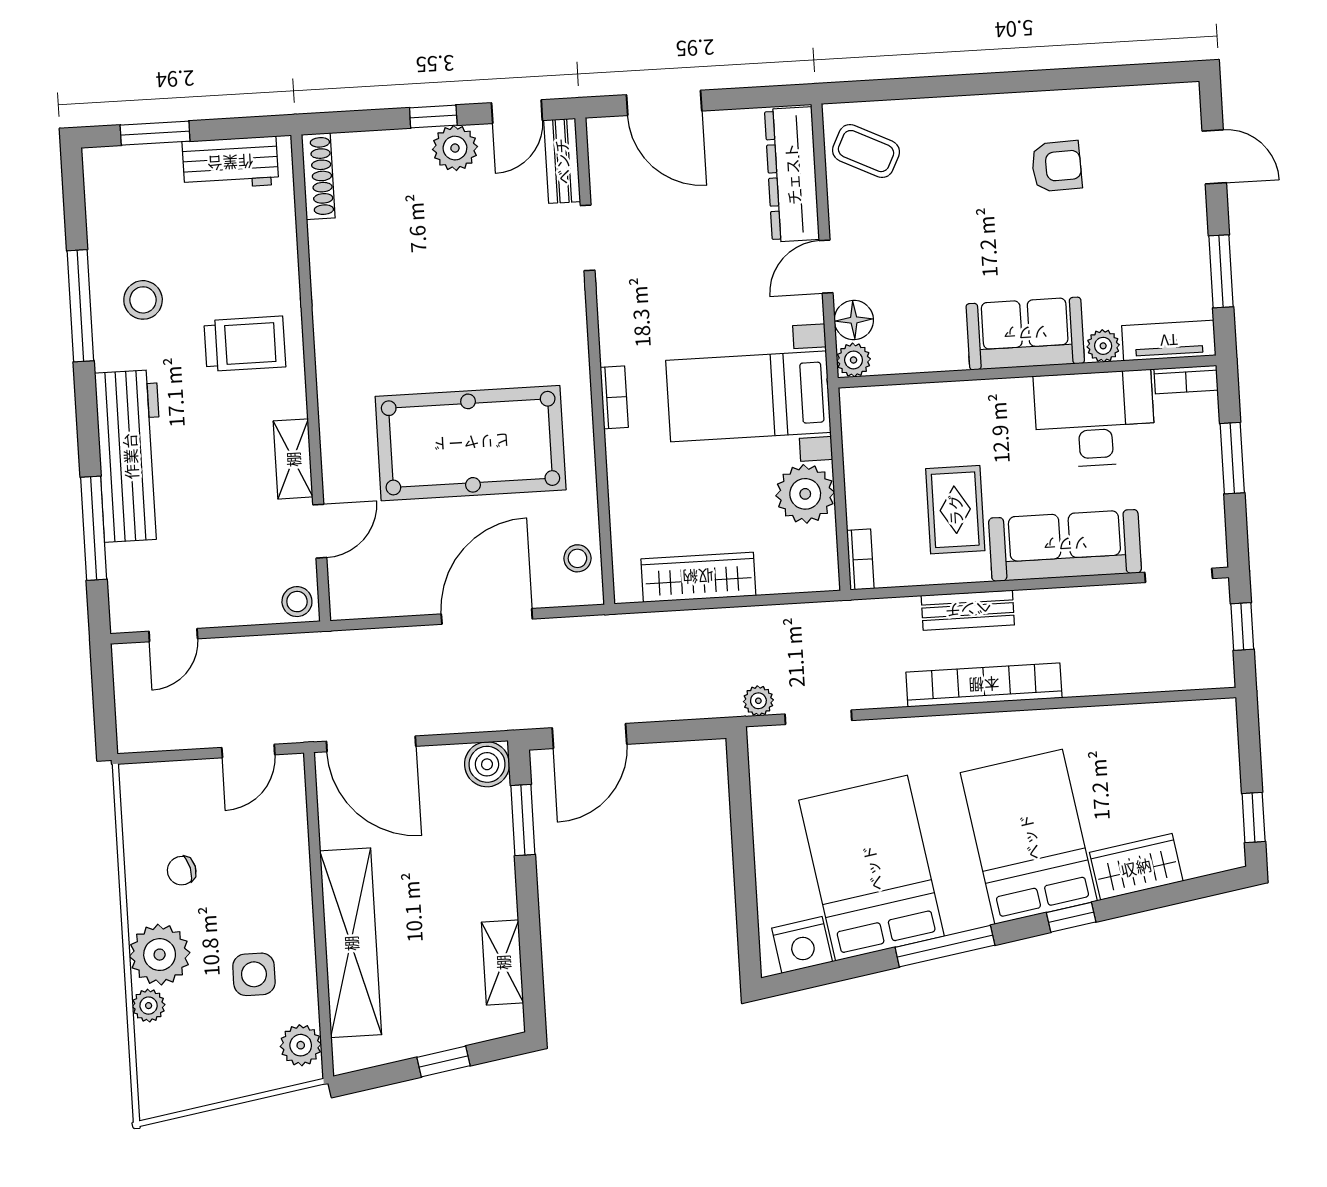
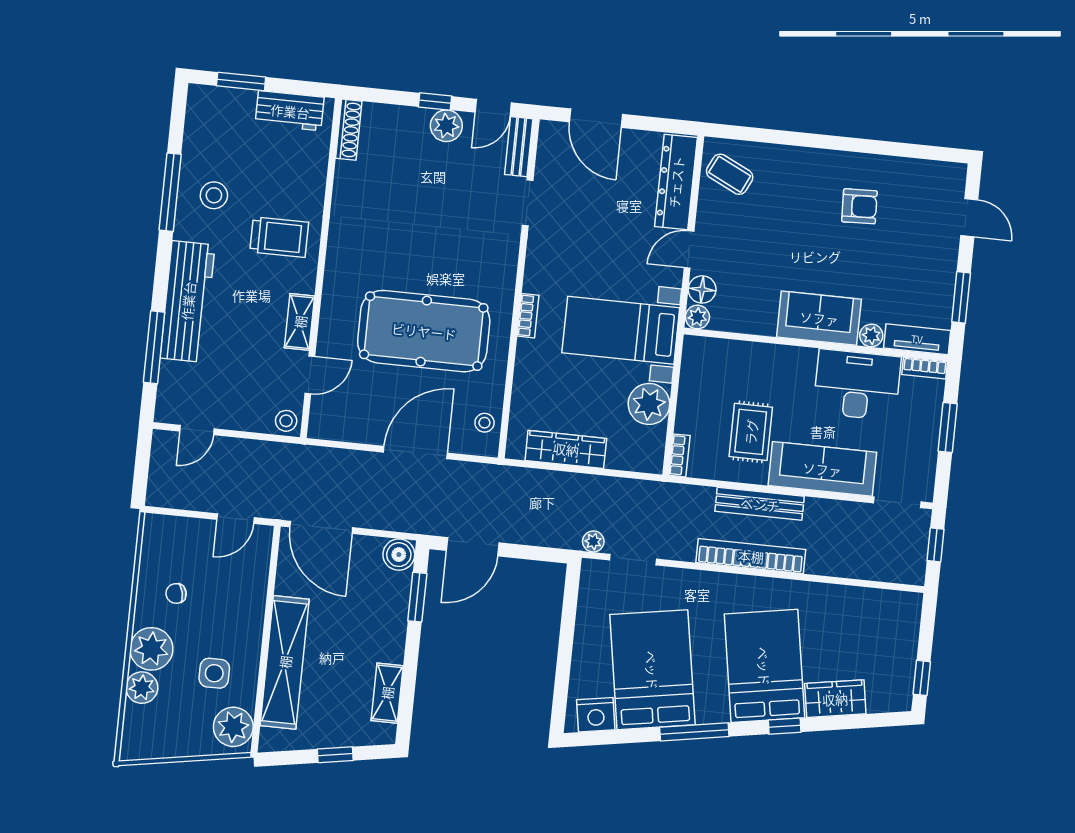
bench: (968, 610) -> (760, 504), width x1.36
plant: (149, 1006) -> (142, 688), width x1.38, depth x1.38
plant: (301, 1045) -> (233, 727), width x1.36, depth x1.36

